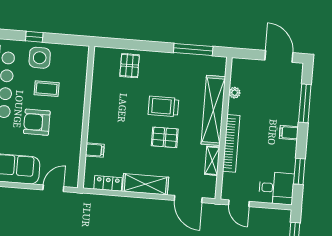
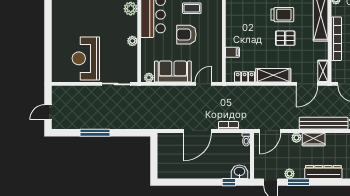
trolley: (163, 106) -> (282, 15), turned 180
shelving: (212, 161) -> (323, 71), moved
door: (188, 199) -> (307, 84), hinge flipped

